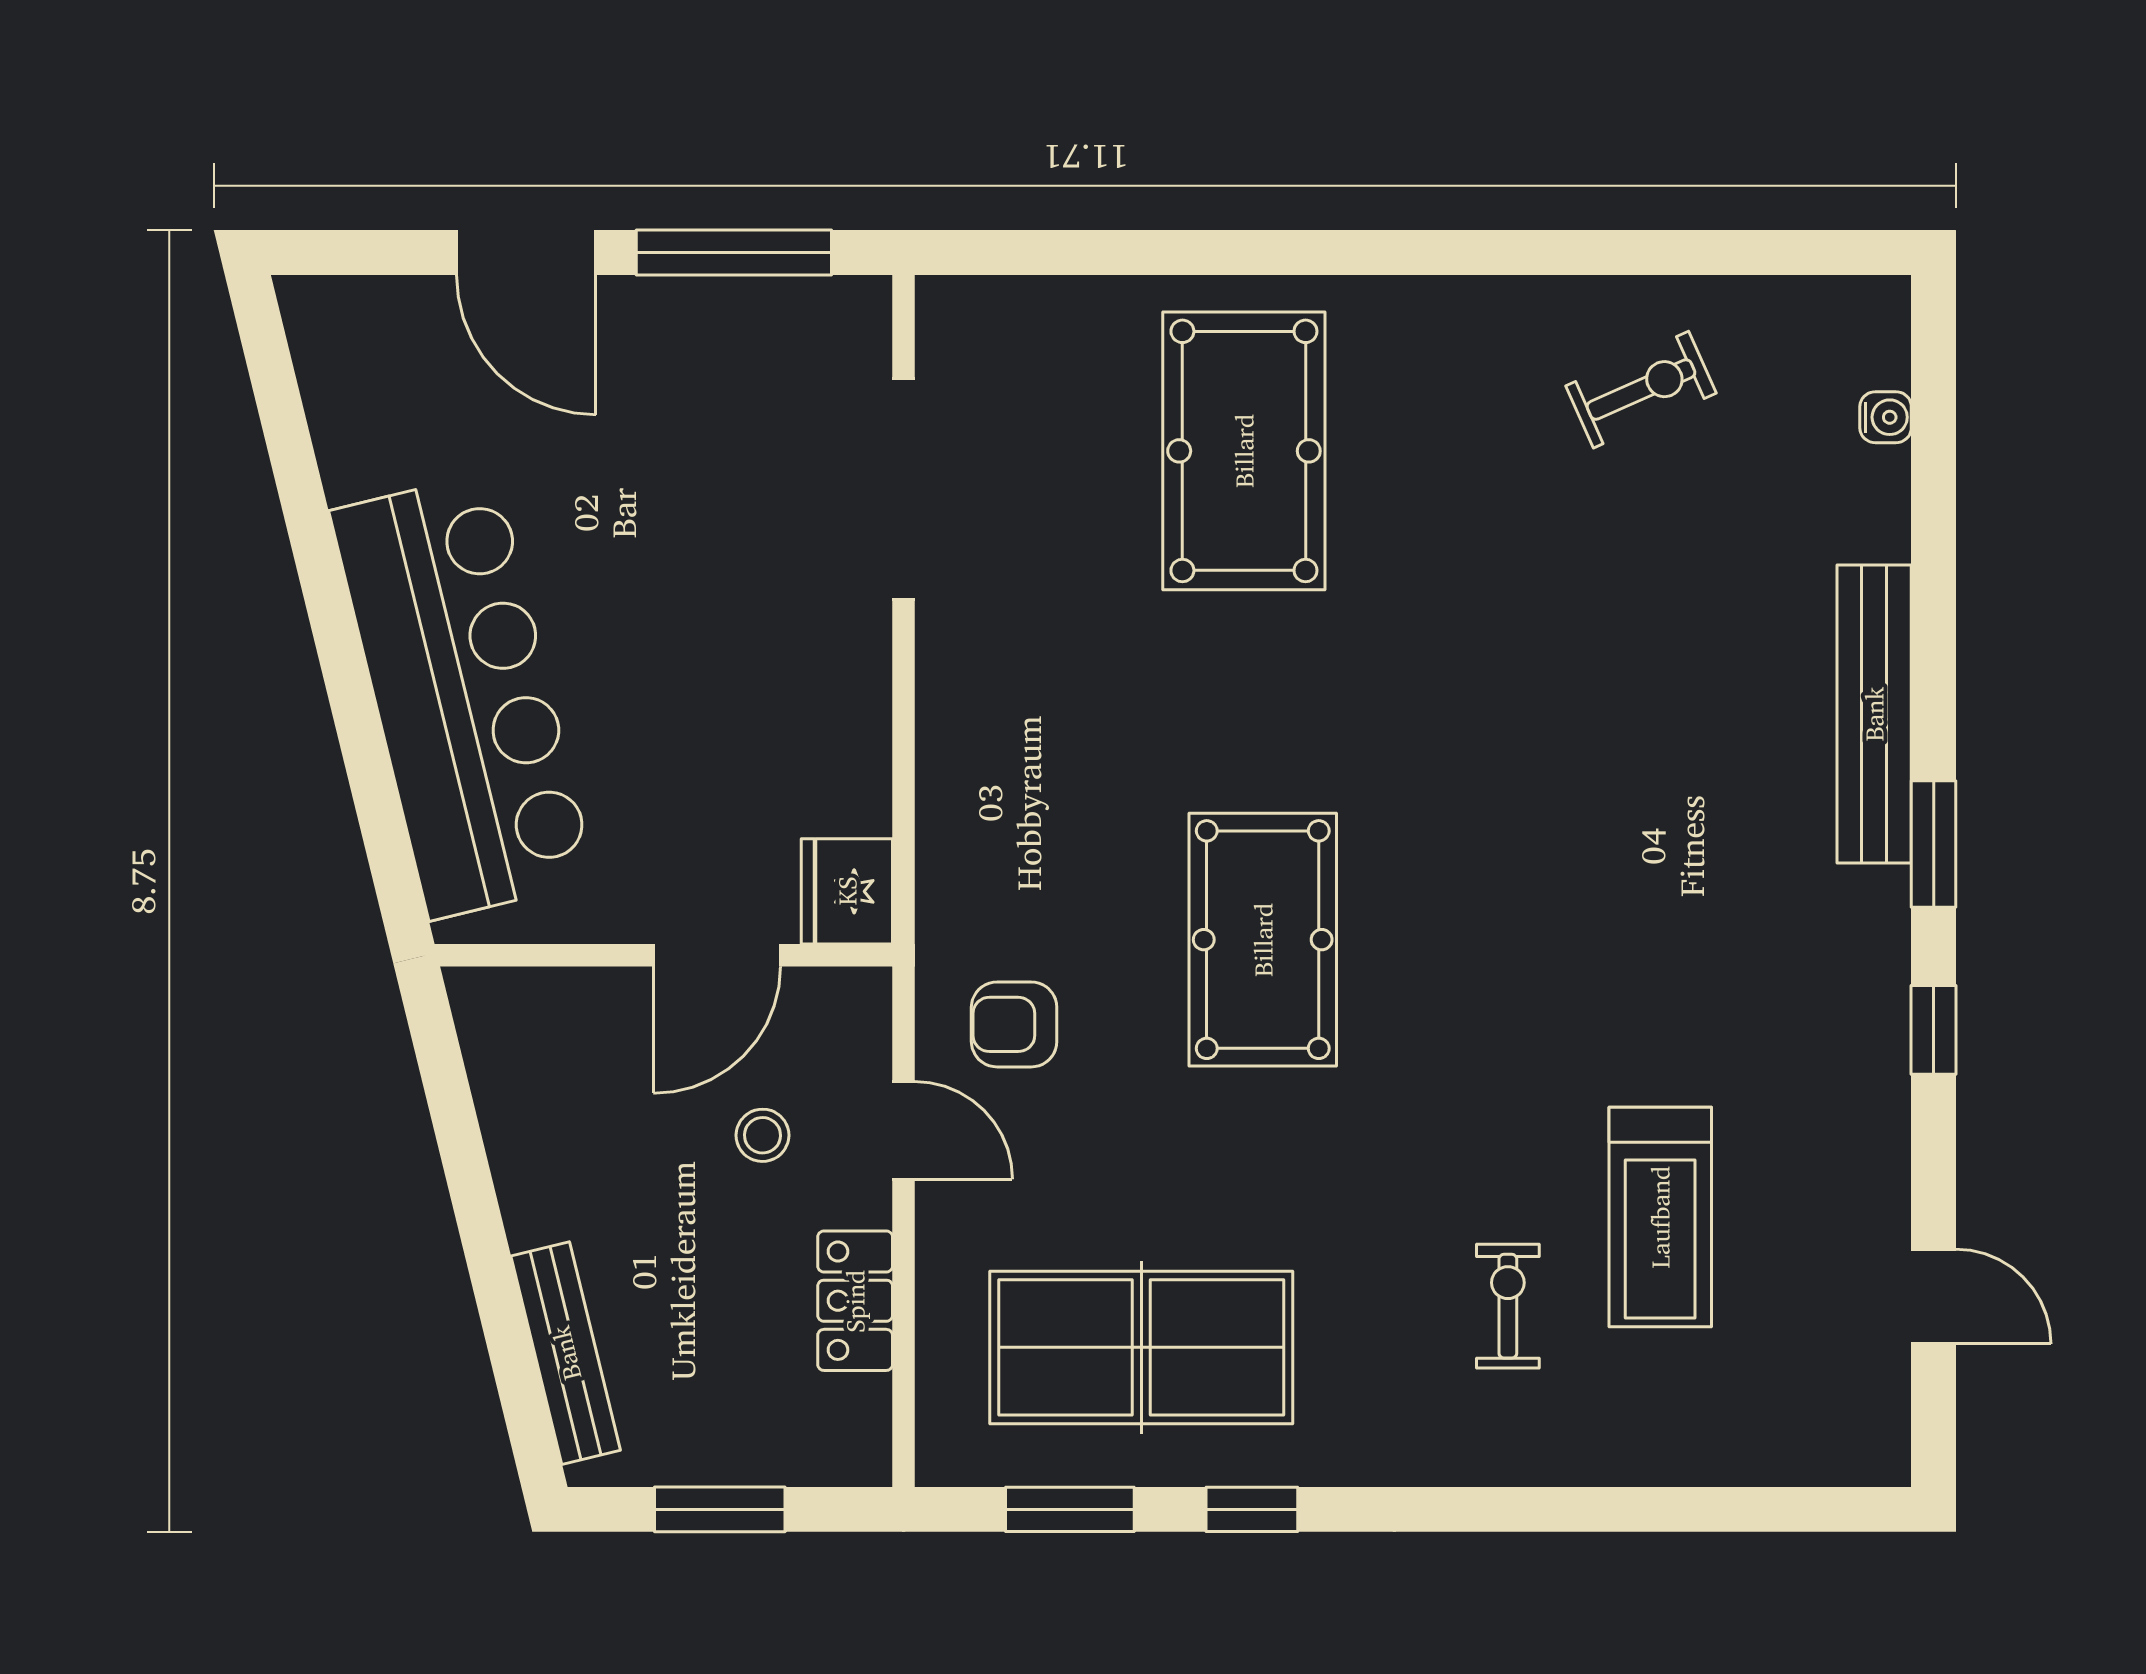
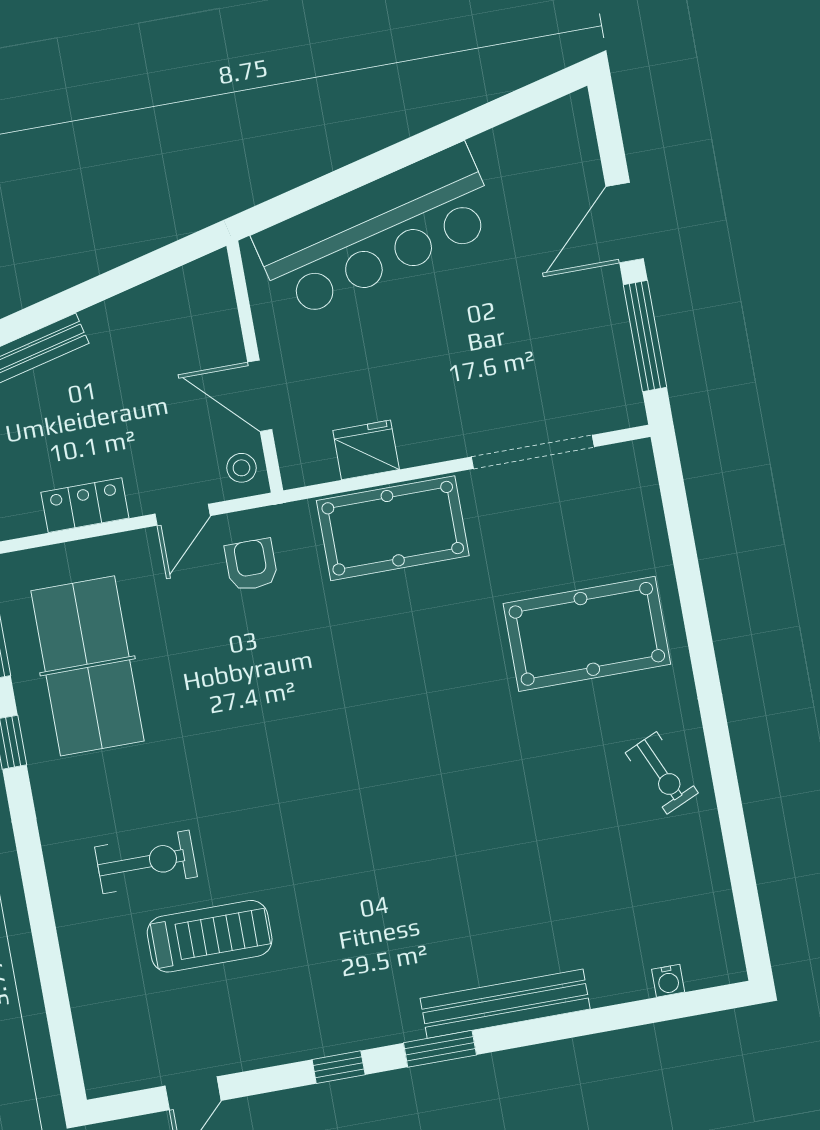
exercise bike: (1641, 390) -> (662, 773), moved
fridge: (847, 891) -> (366, 450), moved
pool table: (1263, 940) -> (393, 528), moved
stool: (763, 1135) -> (241, 468), moved
treadmill: (1660, 1217) -> (210, 936), turned 180
exercise bike: (1508, 1306) -> (146, 862), width x1.38, depth x1.39

